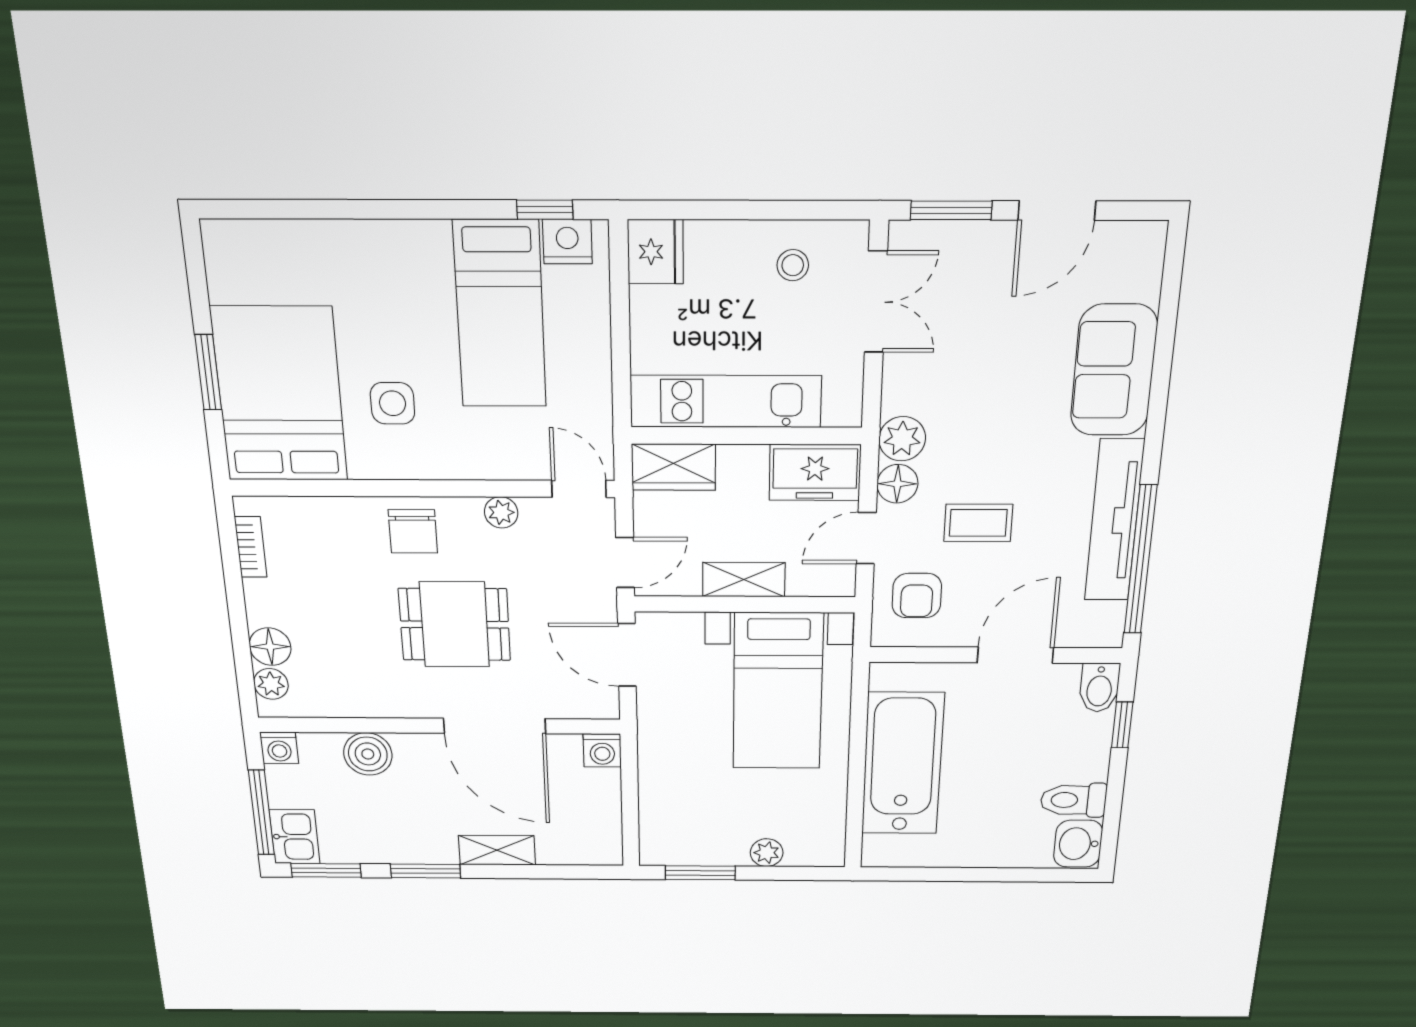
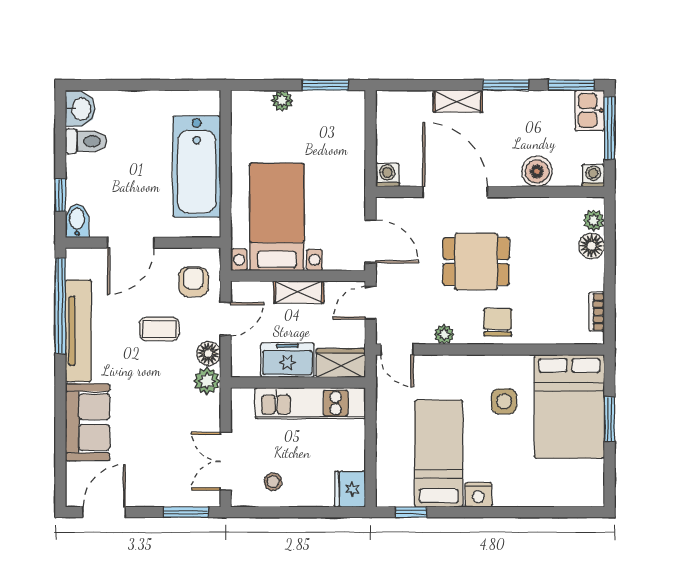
door: (1057, 211) -> (104, 512), moved
nightstand: (567, 242) -> (478, 495), moved
freezer: (815, 473) -> (287, 360), moved

